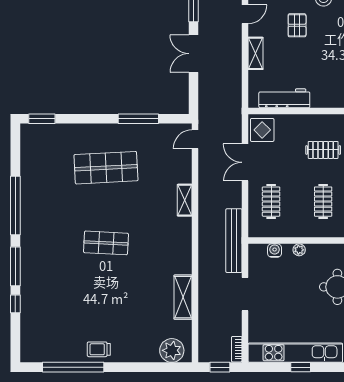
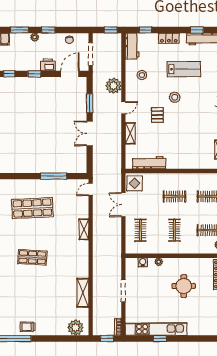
bench: (234, 241) -> (116, 256), removed

